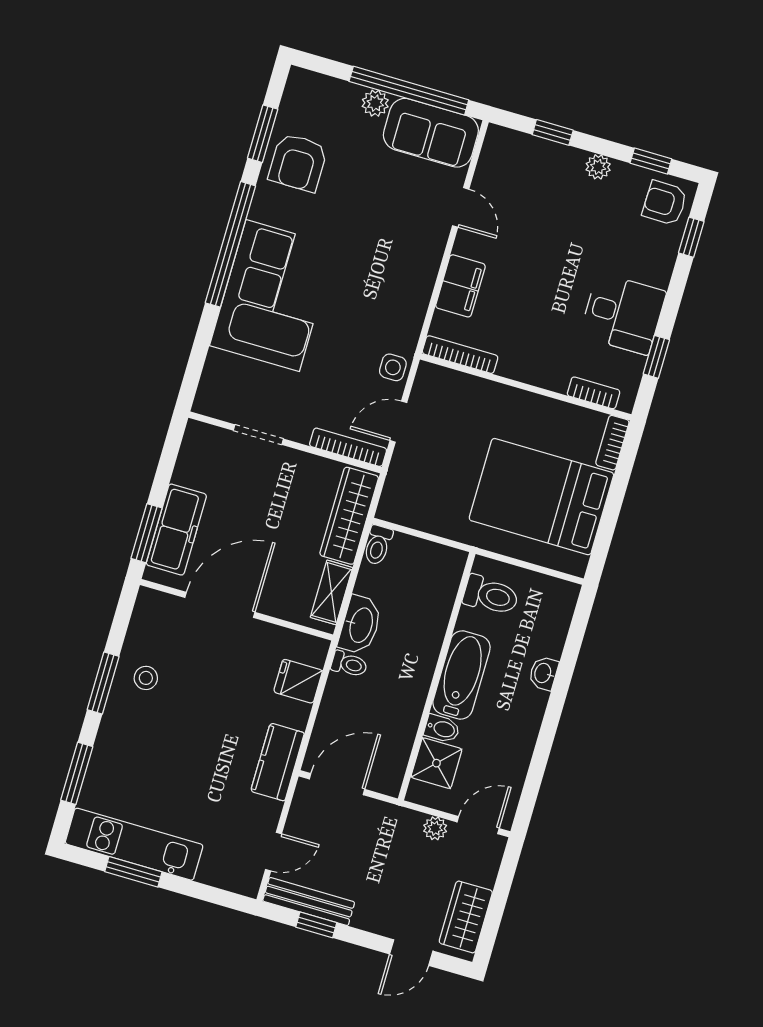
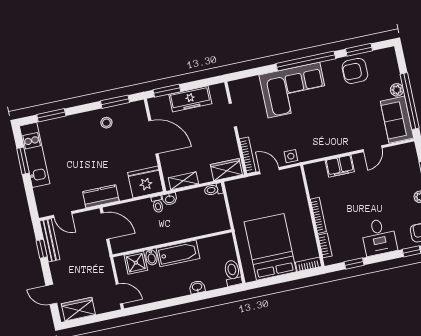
desk: (623, 314) -> (379, 237), moved
bookcase: (460, 355) -> (318, 215), moved
wardrobe: (349, 516) -> (226, 170), width x0.67
freezer: (176, 530) -> (190, 99), moved
toilet: (491, 595) -> (233, 273), moved, turned 180
washbasin: (360, 625) -> (170, 199), width x0.52, depth x0.69
fridge: (298, 681) -> (145, 182), width x1.88, depth x1.34
window: (103, 683) -> (115, 102), moved
plant: (435, 828) -> (108, 277), removed

